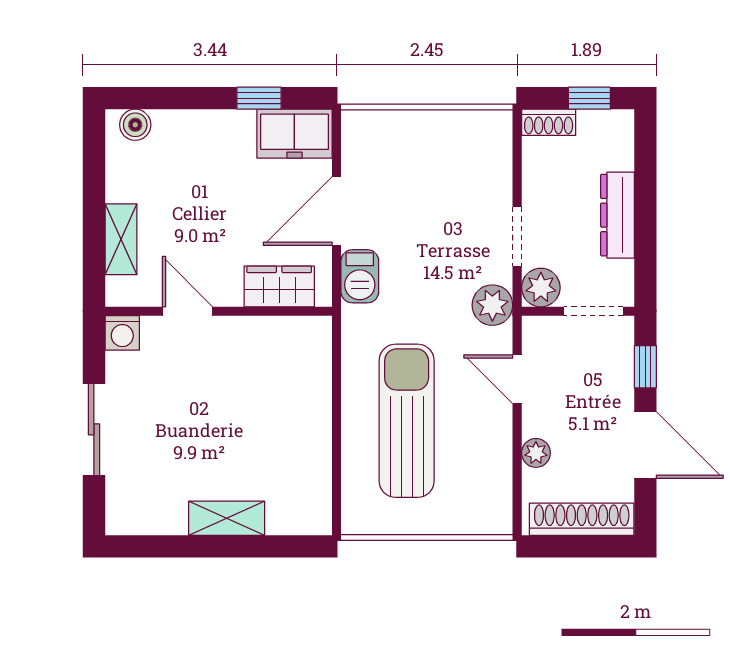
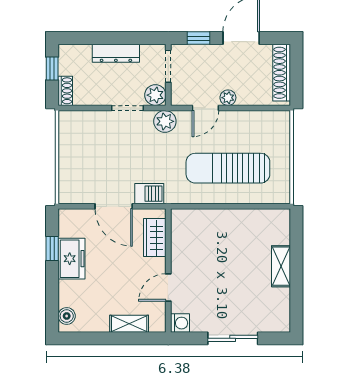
freezer: (294, 134) -> (72, 259), moved
plant: (536, 453) -> (228, 98), moved

